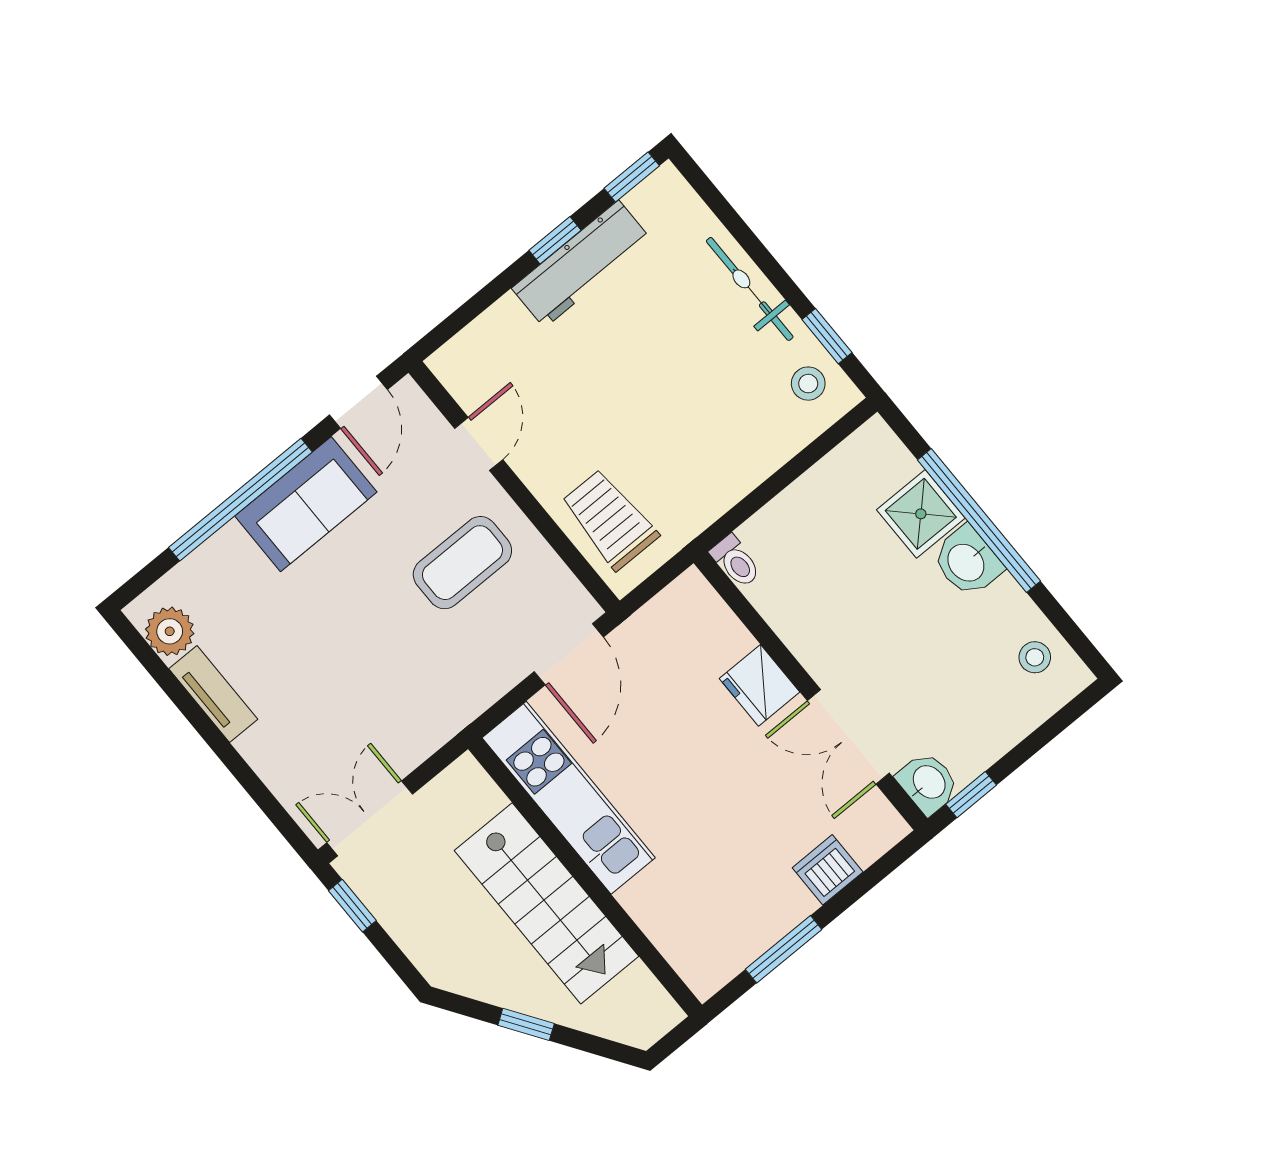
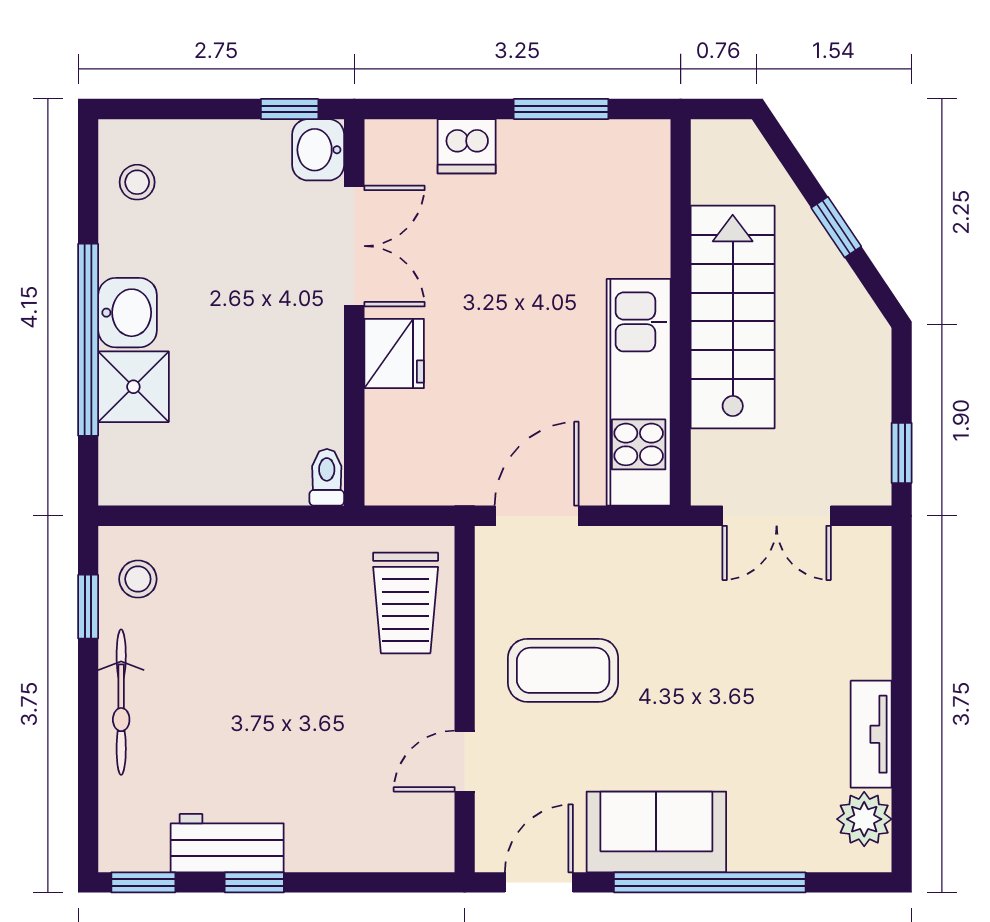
workbench: (581, 264) -> (227, 843), width x0.73
double door: (370, 818) -> (777, 516), moved

